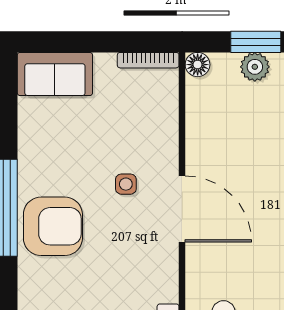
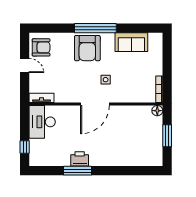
plant: (255, 67) -> (156, 135), removed
sofa: (55, 74) -> (131, 42), moved, turned -90

